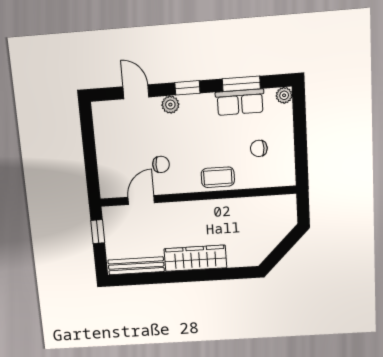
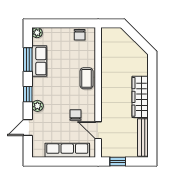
chair: (259, 148) -> (80, 35), moved
row of seats: (107, 156) -> (67, 150), added

